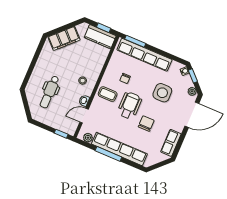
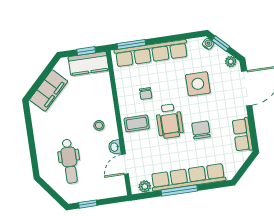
wheelchair: (130, 106) -> (170, 121), turned 180
window: (61, 134) -> (88, 204), moved

